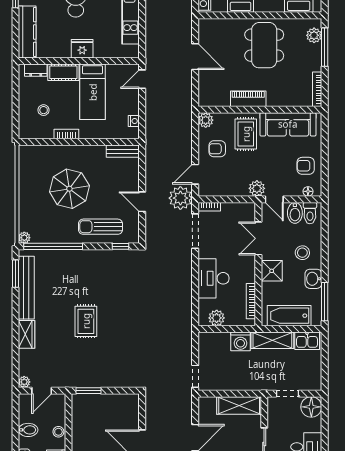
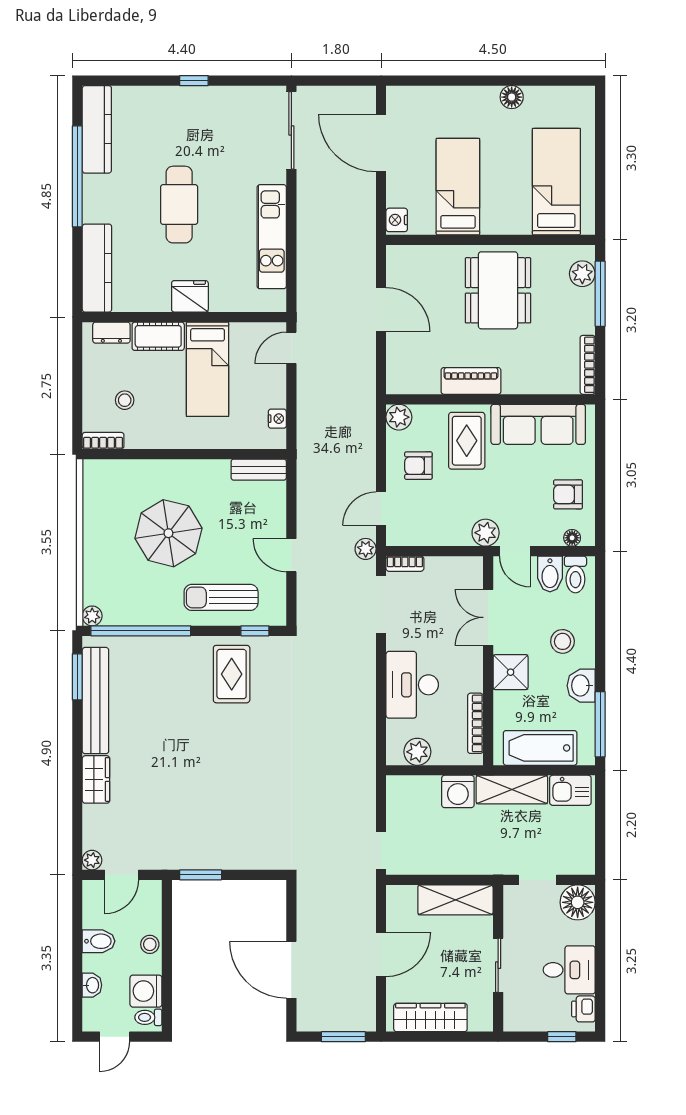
bookcase: (66, 134) -> (103, 441), moved
plant: (180, 198) -> (366, 549), width x0.53, depth x0.53
rug: (86, 321) -> (232, 674), moved

